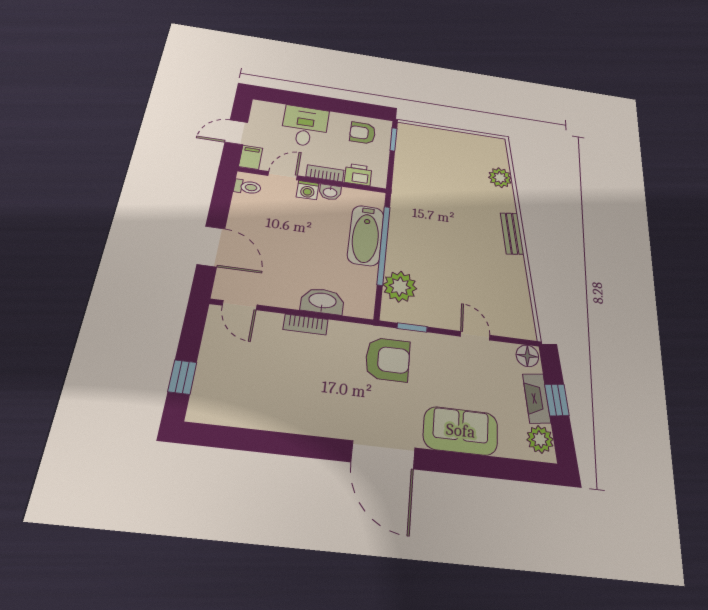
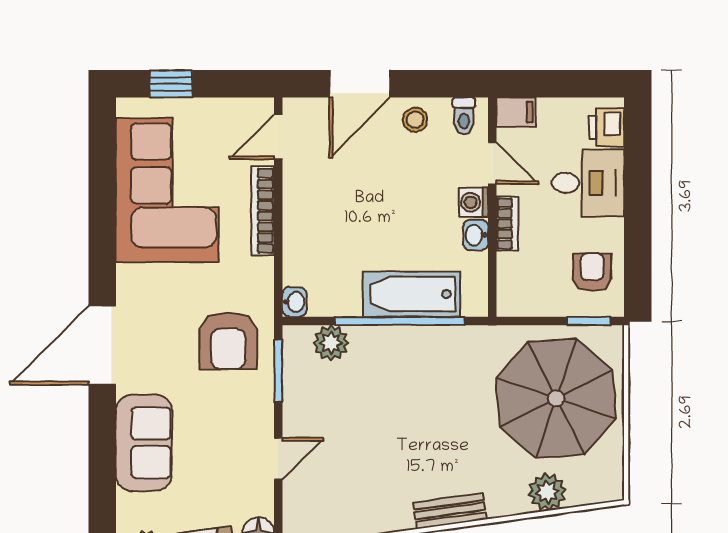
door: (236, 132) -> (557, 84), removed
parasol: (441, 164) -> (556, 398), added
printer: (358, 175) -> (607, 127), moved, turned 180
stool: (244, 216) -> (415, 120), added
plant: (400, 287) -> (331, 343), width x0.73, depth x0.73
washbasin: (322, 301) -> (294, 302), moved, width x0.52, depth x0.69
bookcase: (305, 324) -> (263, 211), width x1.56
window: (412, 327) -> (278, 371), width x1.50
corner sofa: (267, 390) -> (167, 190), added

